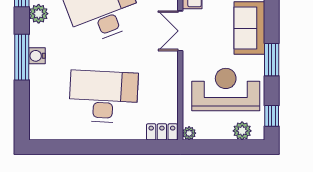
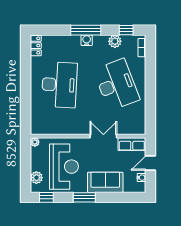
locker: (162, 132) -> (36, 46), moved

